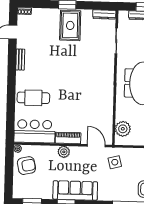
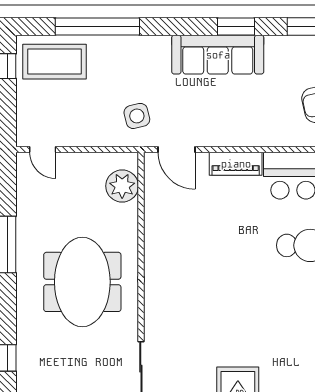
plant: (64, 152) -> (244, 135), removed

